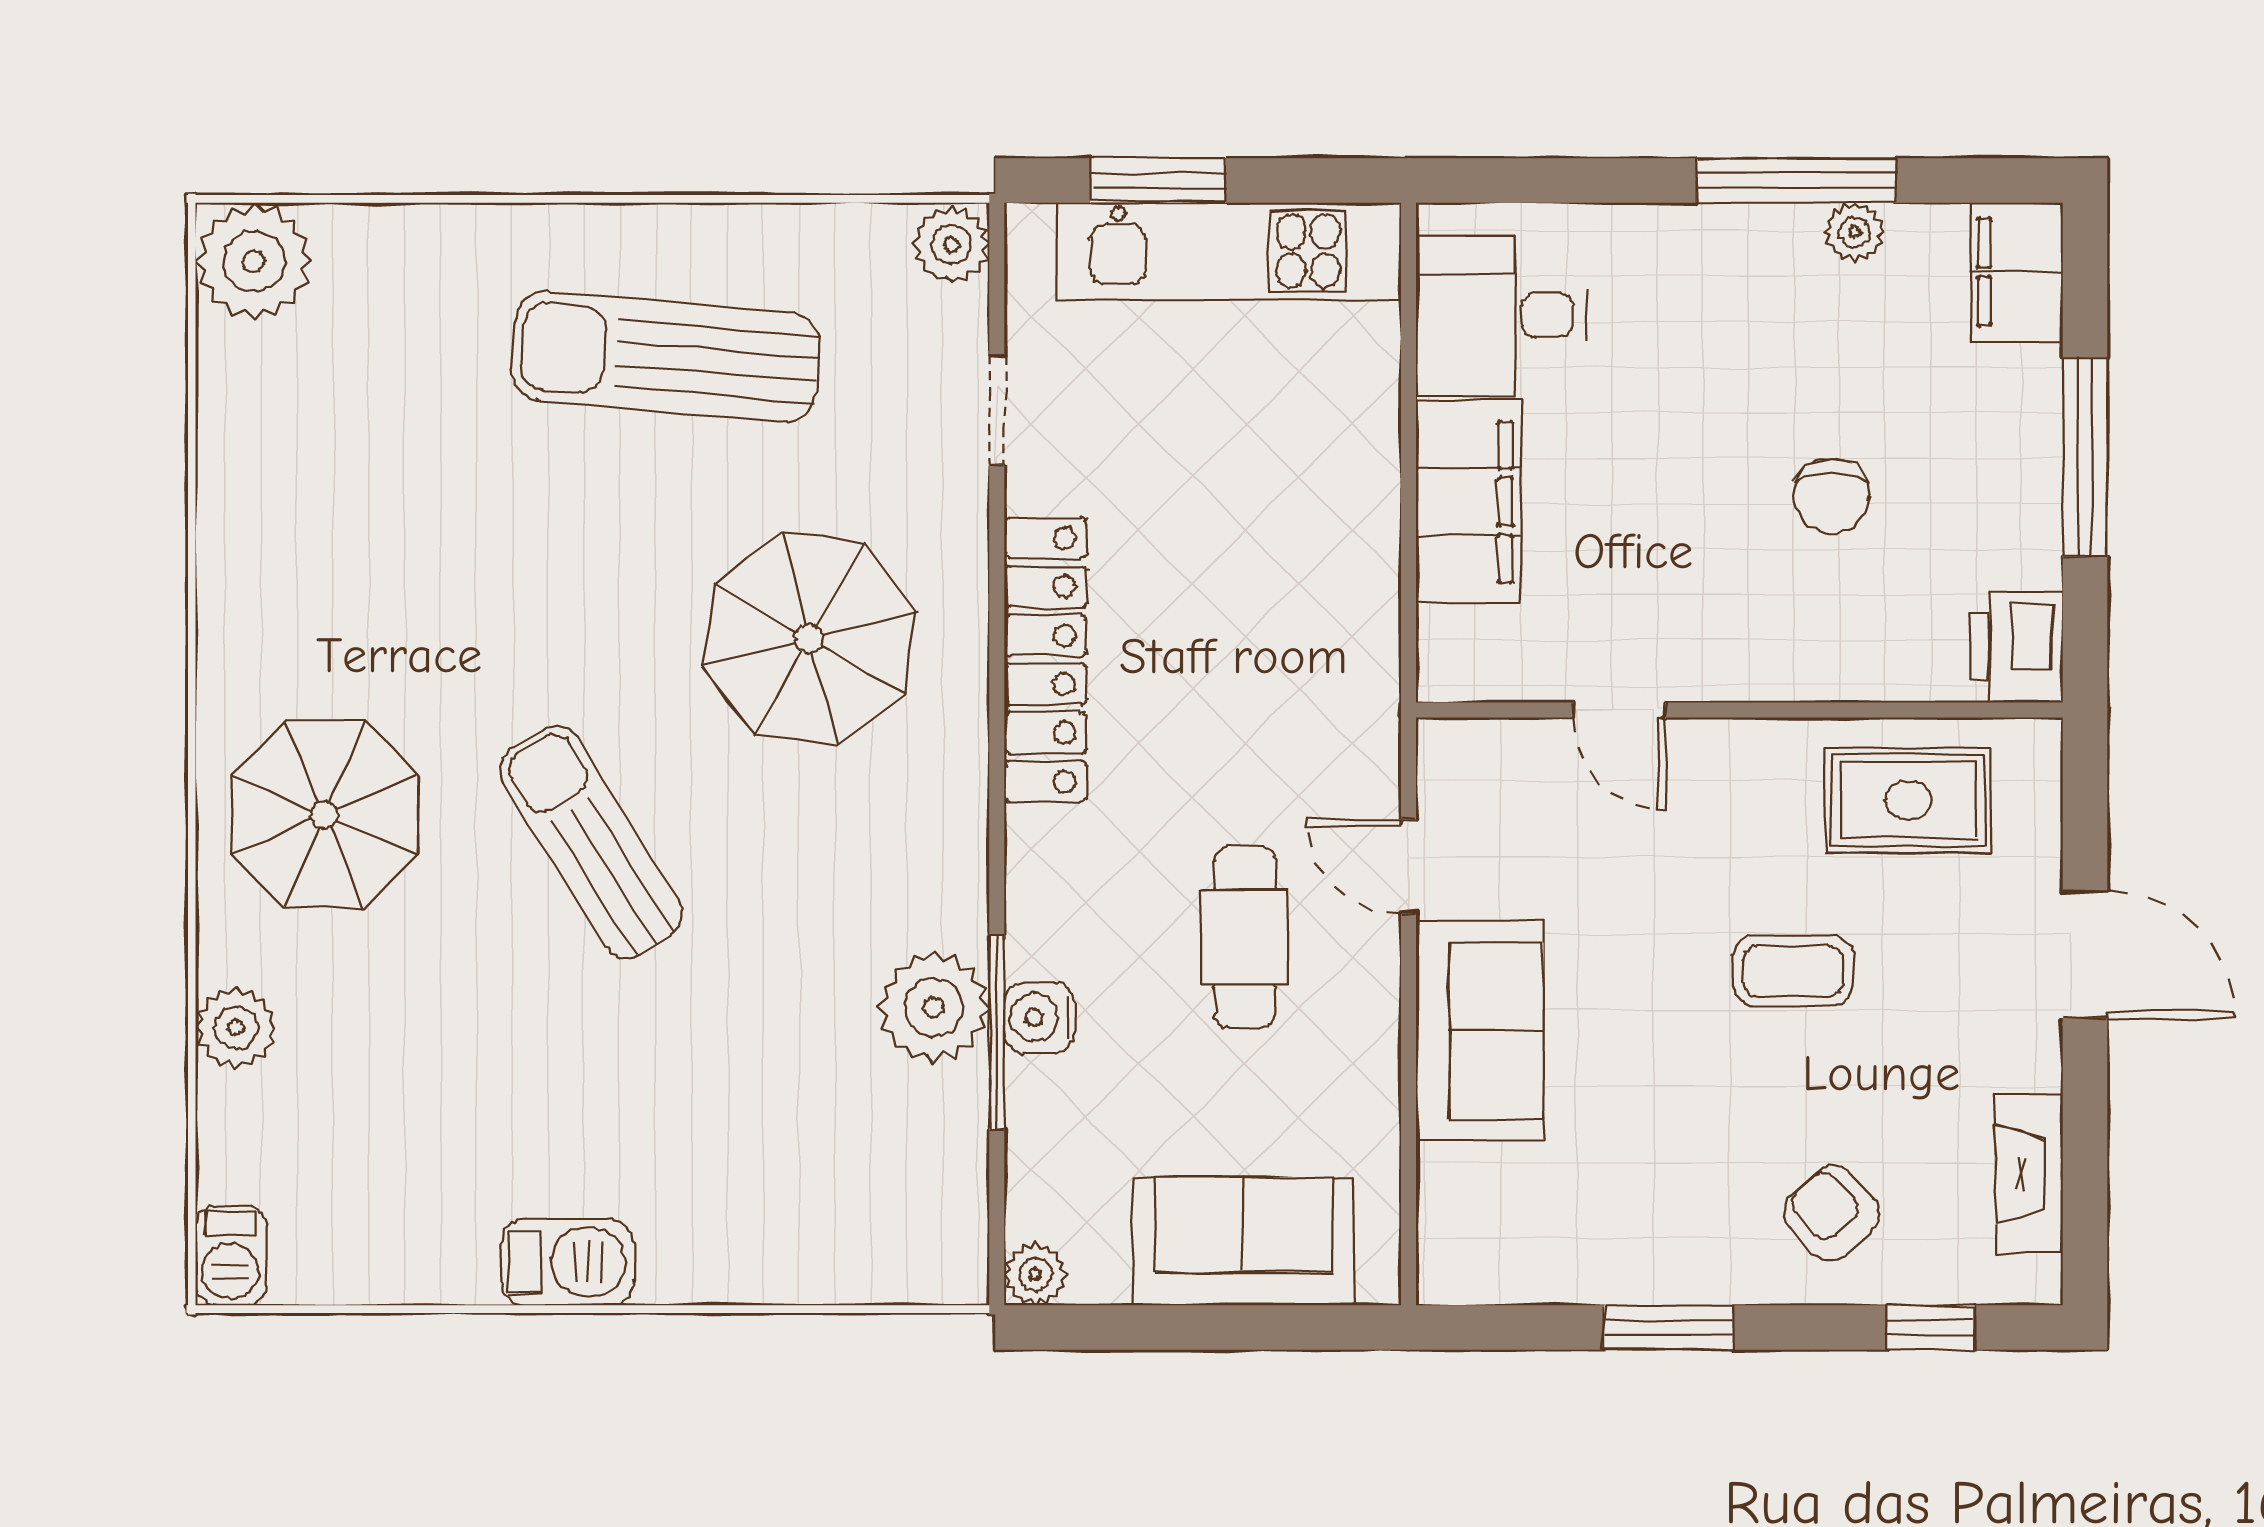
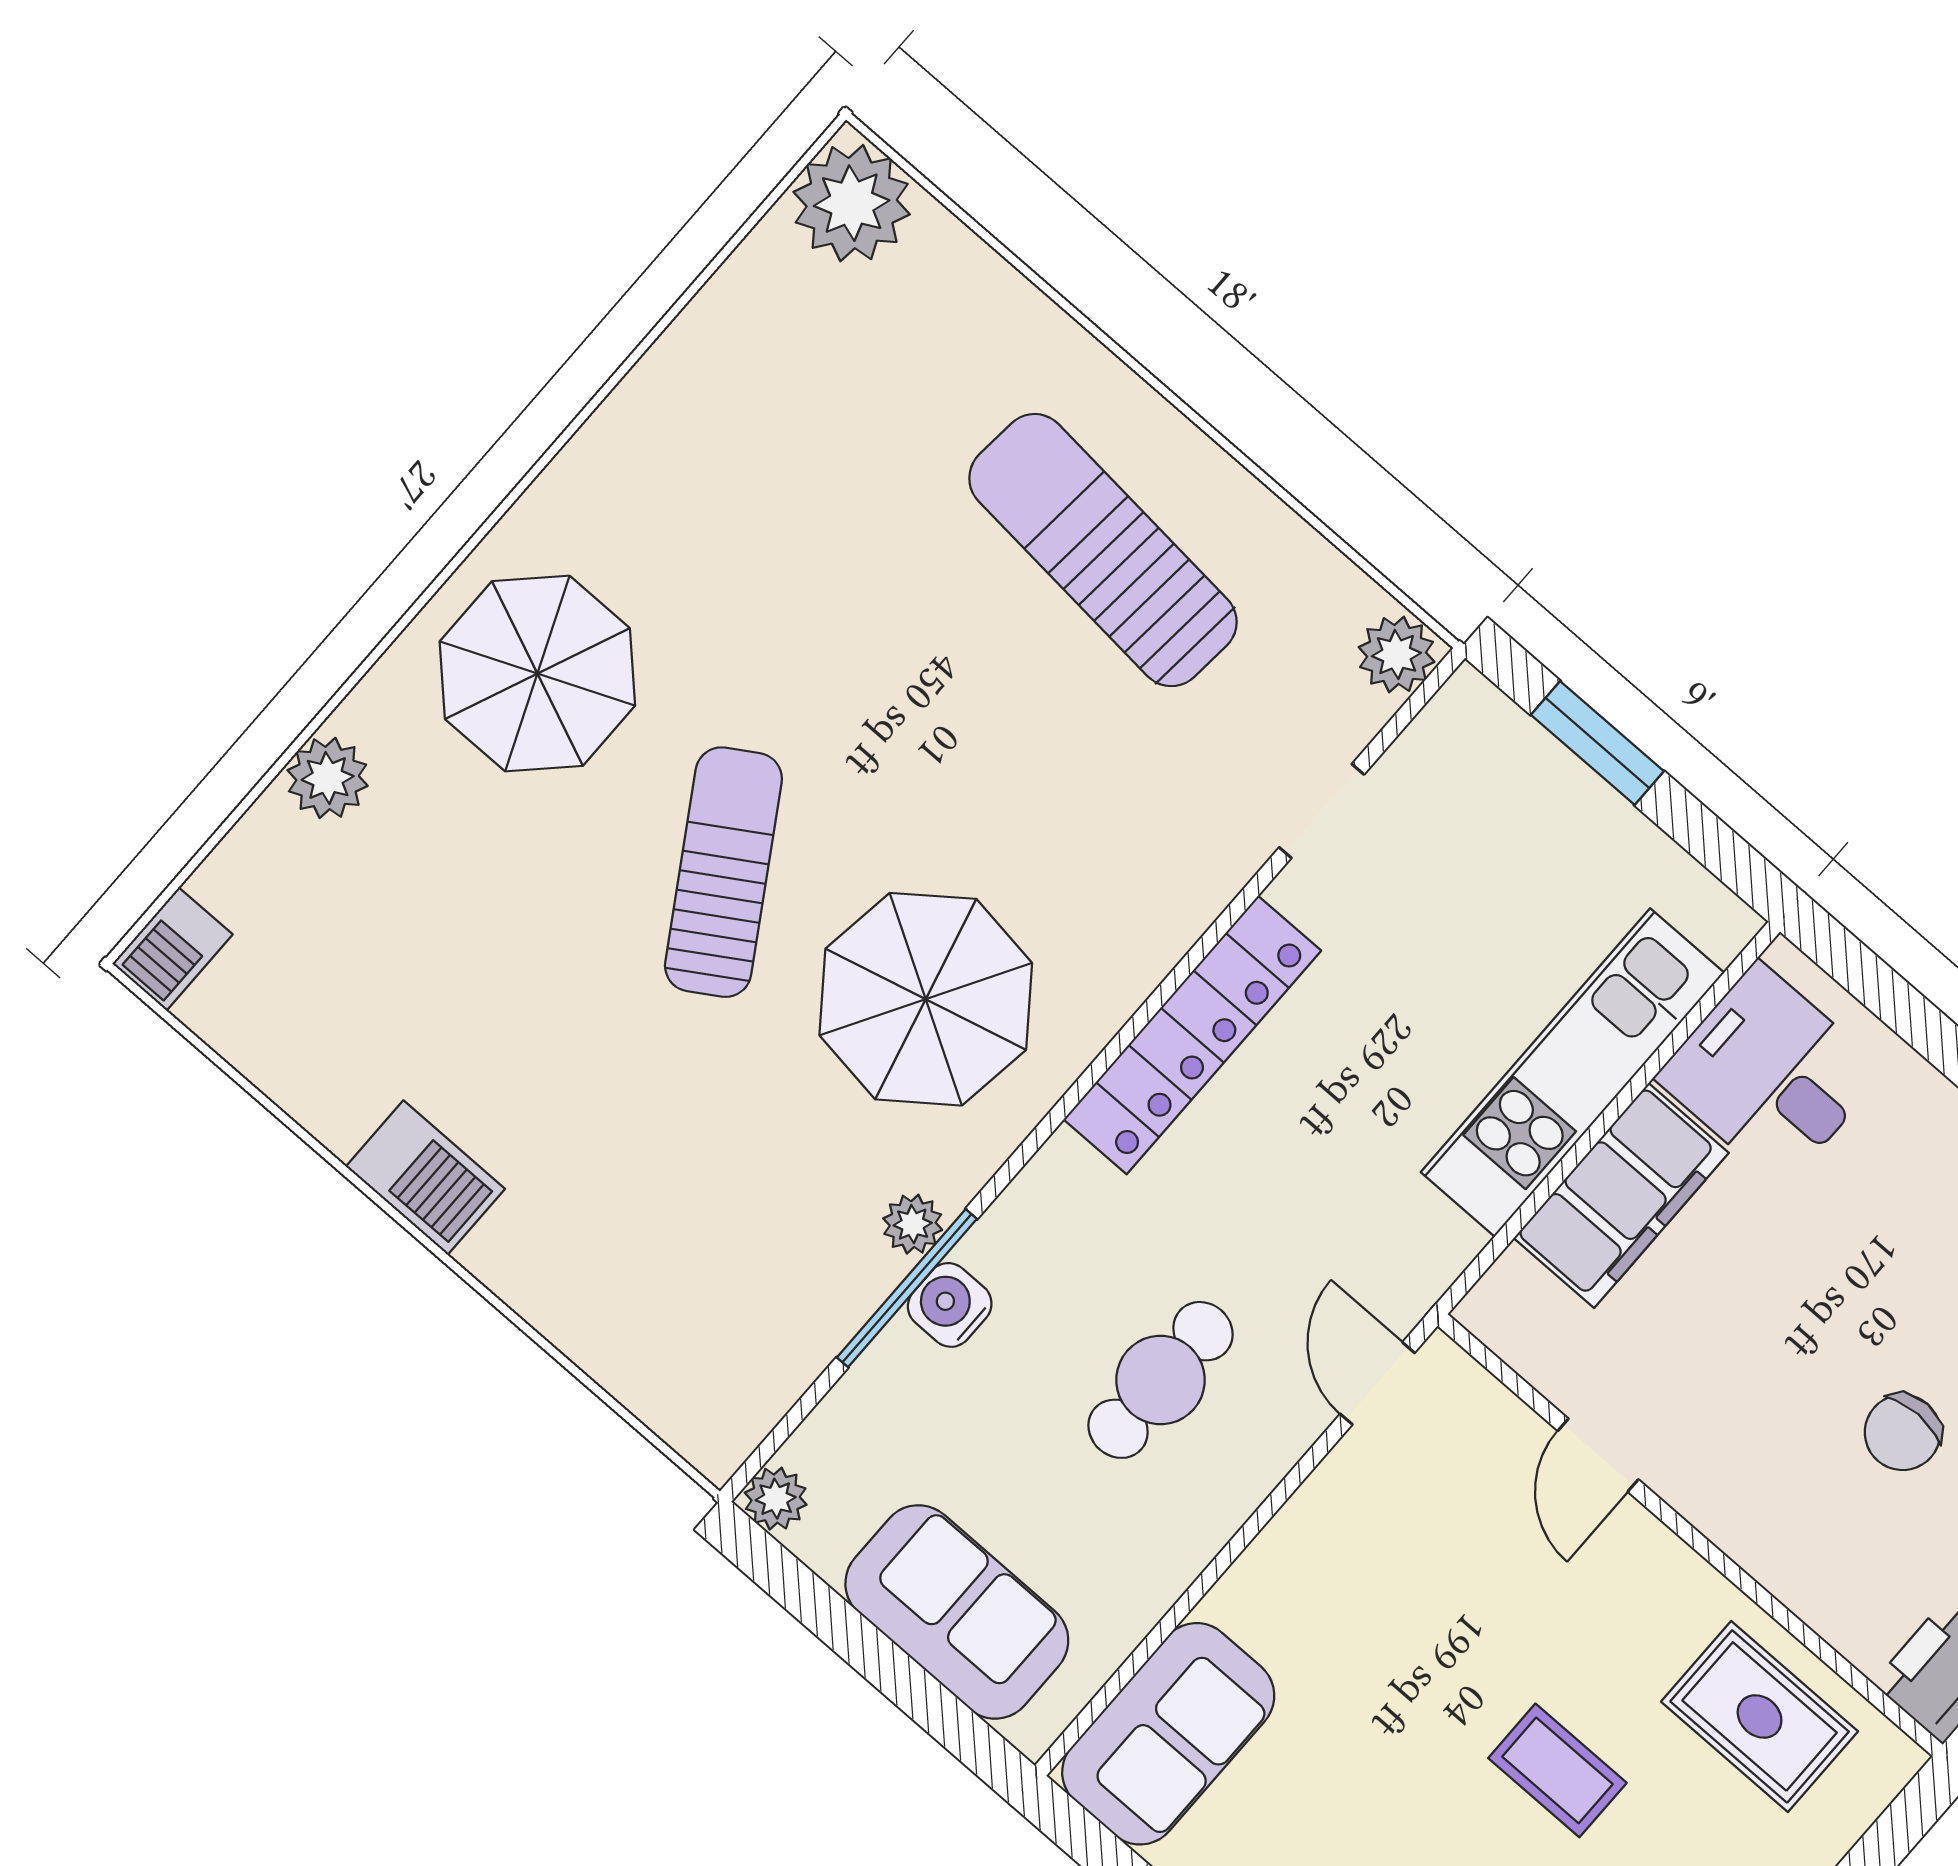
kitchen unit: (1229, 251) -> (1573, 1072), moved, turned 90
parasol: (809, 639) -> (926, 999), moved
door: (1409, 867) -> (1377, 1383), moved
plant: (934, 1007) -> (913, 1224), width x0.53, depth x0.53
sofa: (1480, 1031) -> (1168, 1734), moved

